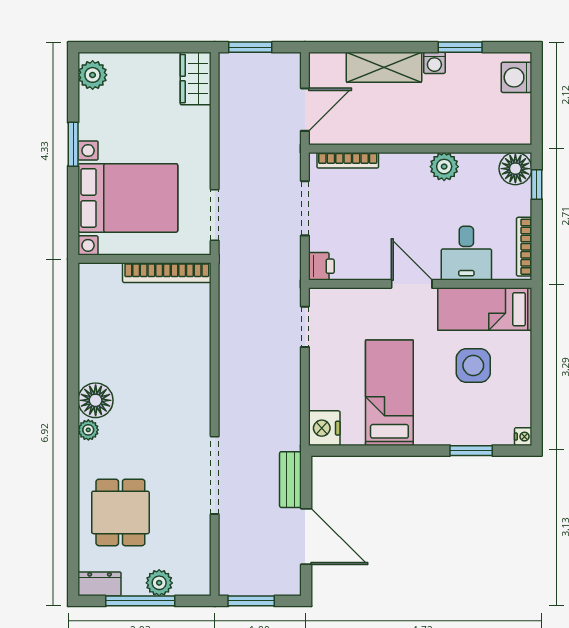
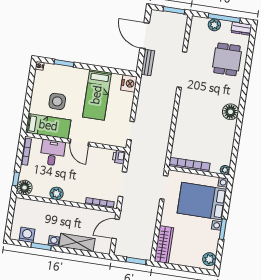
washing machine: (516, 77) -> (27, 235), moved, turned -90
wardrobe: (196, 79) -> (164, 244), width x1.50
plant: (88, 430) -> (225, 170), moved

